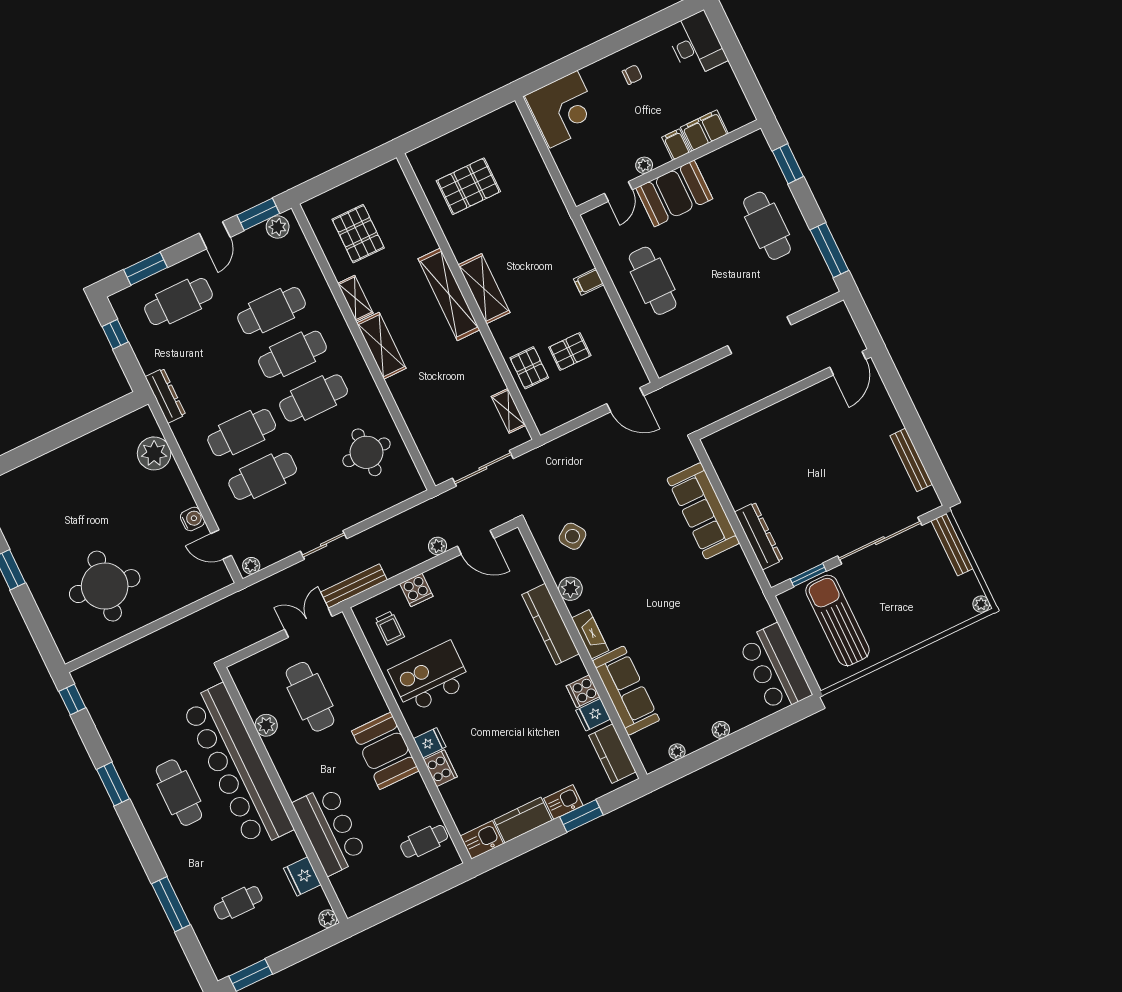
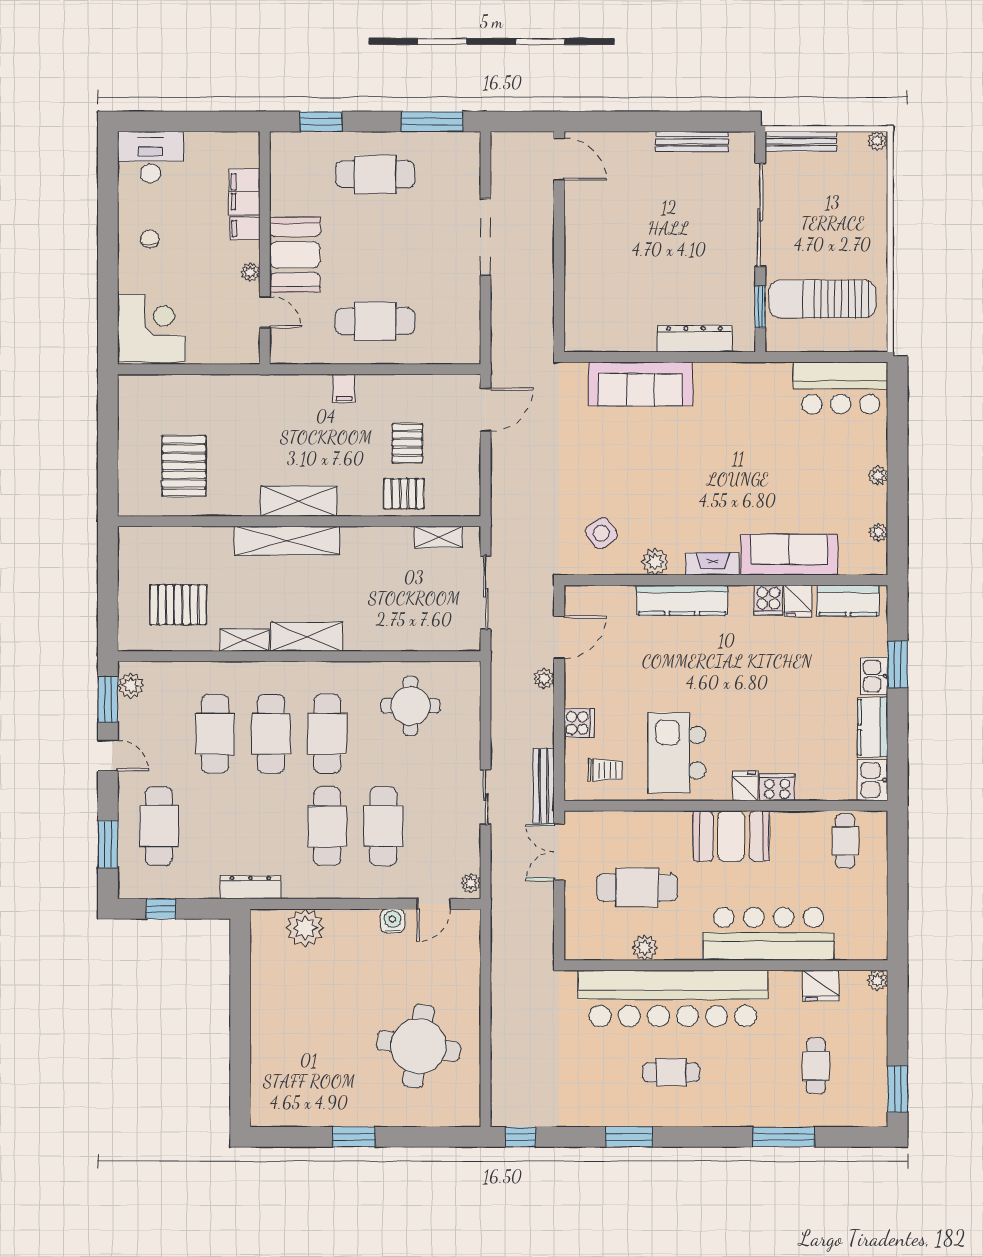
cafe table: (179, 793) -> (671, 1072), width x0.73, depth x0.74
bar counter: (330, 830) -> (769, 934), width x1.36

